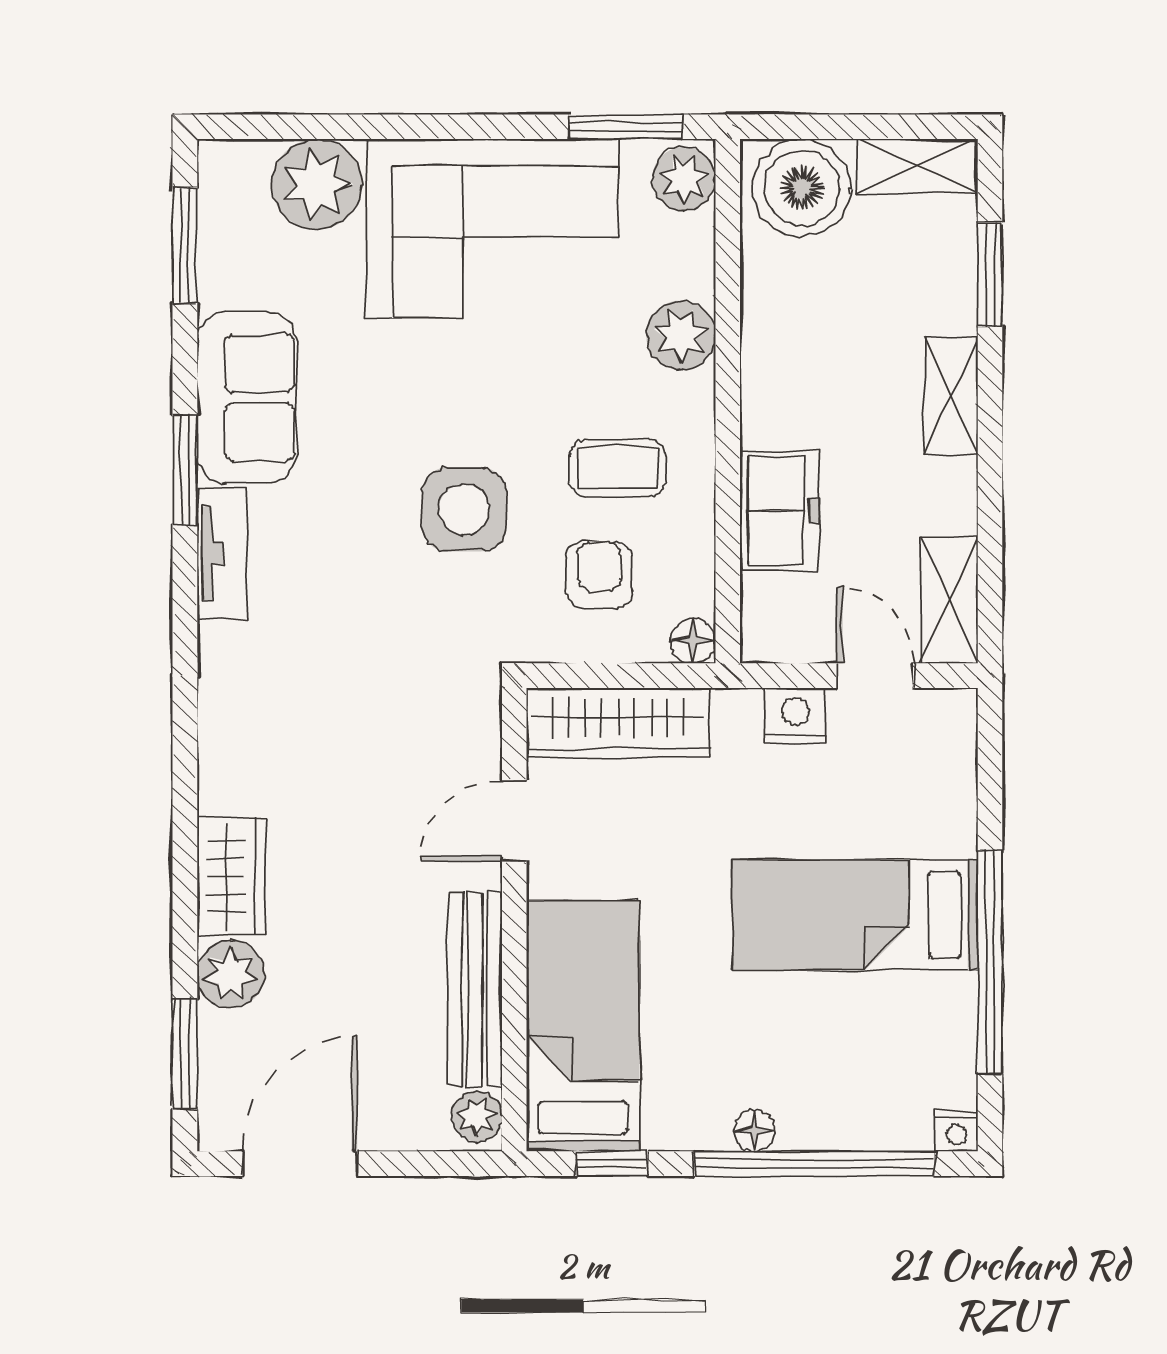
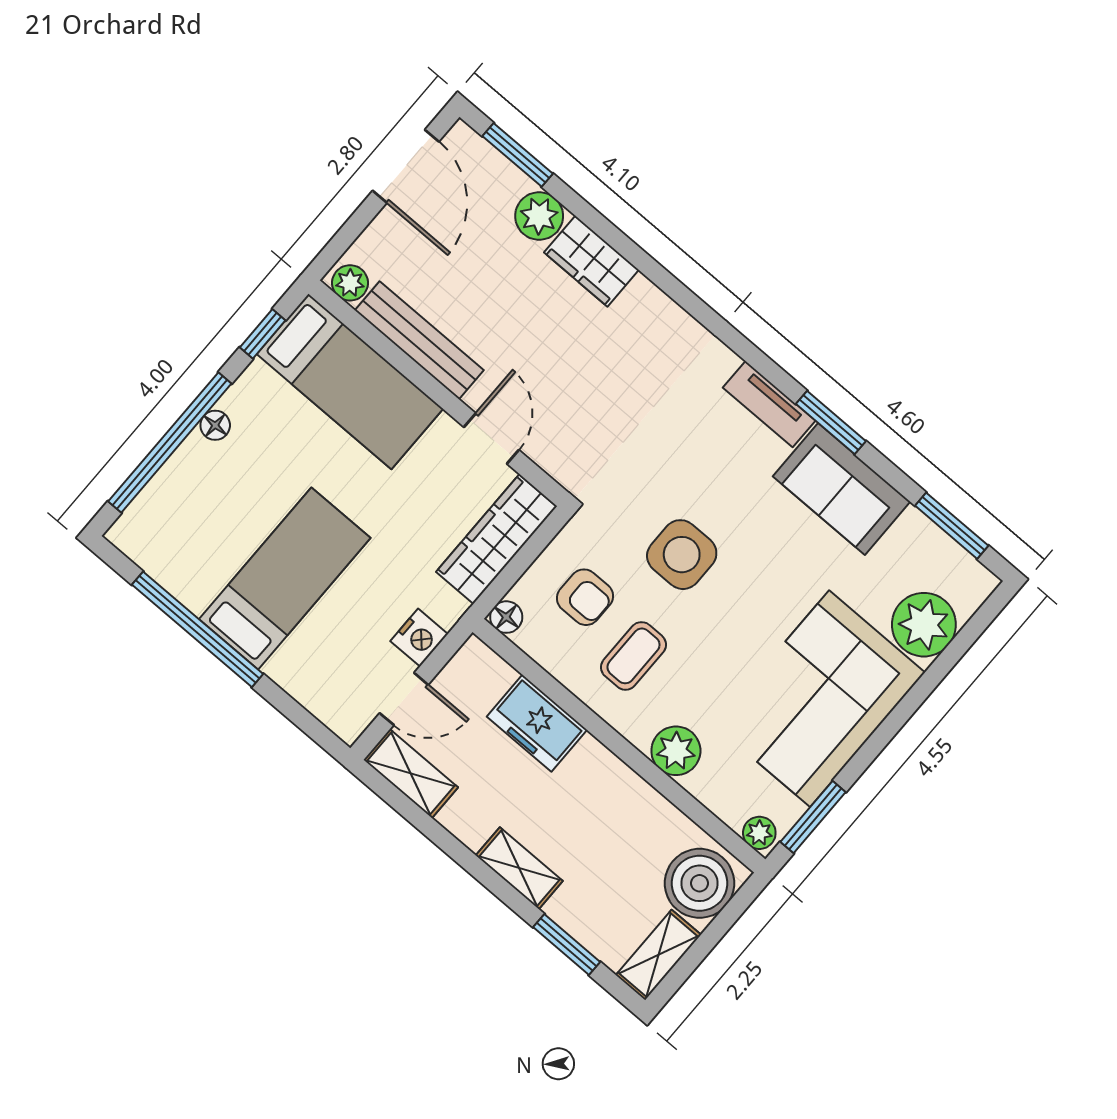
plant: (684, 179) -> (759, 833), width x0.73, depth x0.73
nightstand: (956, 1131) -> (122, 534), removed

